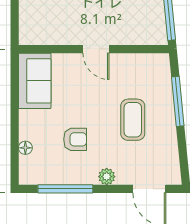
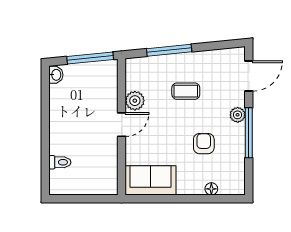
plant: (122, 64) -> (135, 101), added
coffee table: (133, 120) -> (186, 91), width x0.73, depth x0.77
window: (65, 189) -> (249, 133), moved

